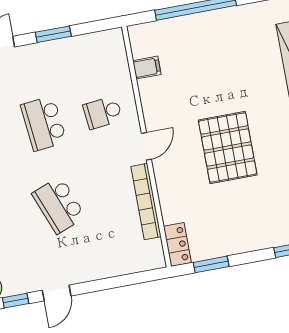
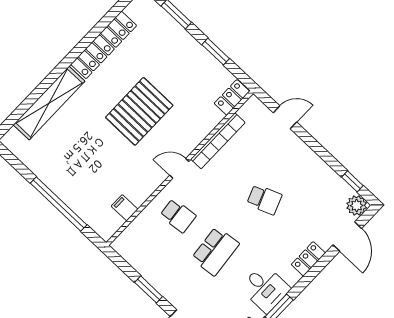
school desk: (59, 205) -> (264, 199), width x0.54
window: (211, 264) -> (216, 52), moved
door: (57, 293) -> (285, 117), moved

